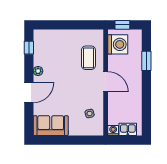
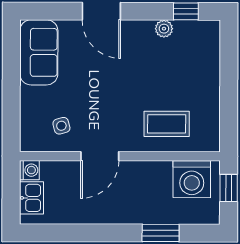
plant: (38, 71) -> (164, 29), moved
door: (106, 82) -> (100, 156), moved

